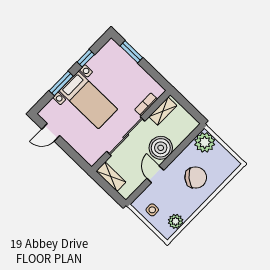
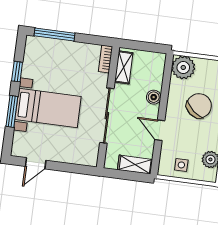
window: (131, 52) -> (54, 34), width x1.44
bookcase: (146, 104) -> (106, 59), moved
boiler: (161, 148) -> (154, 97), width x0.54, depth x0.54
shelving: (111, 177) -> (135, 165), moved

